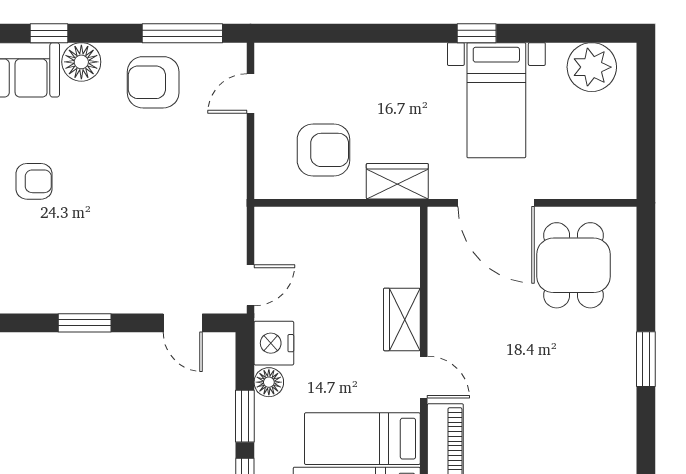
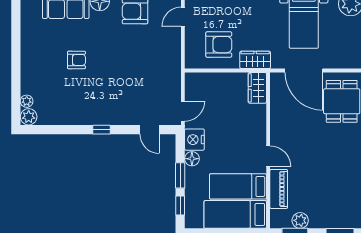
wardrobe: (402, 319) -> (257, 88), moved
window: (85, 323) -> (101, 130), width x0.67

